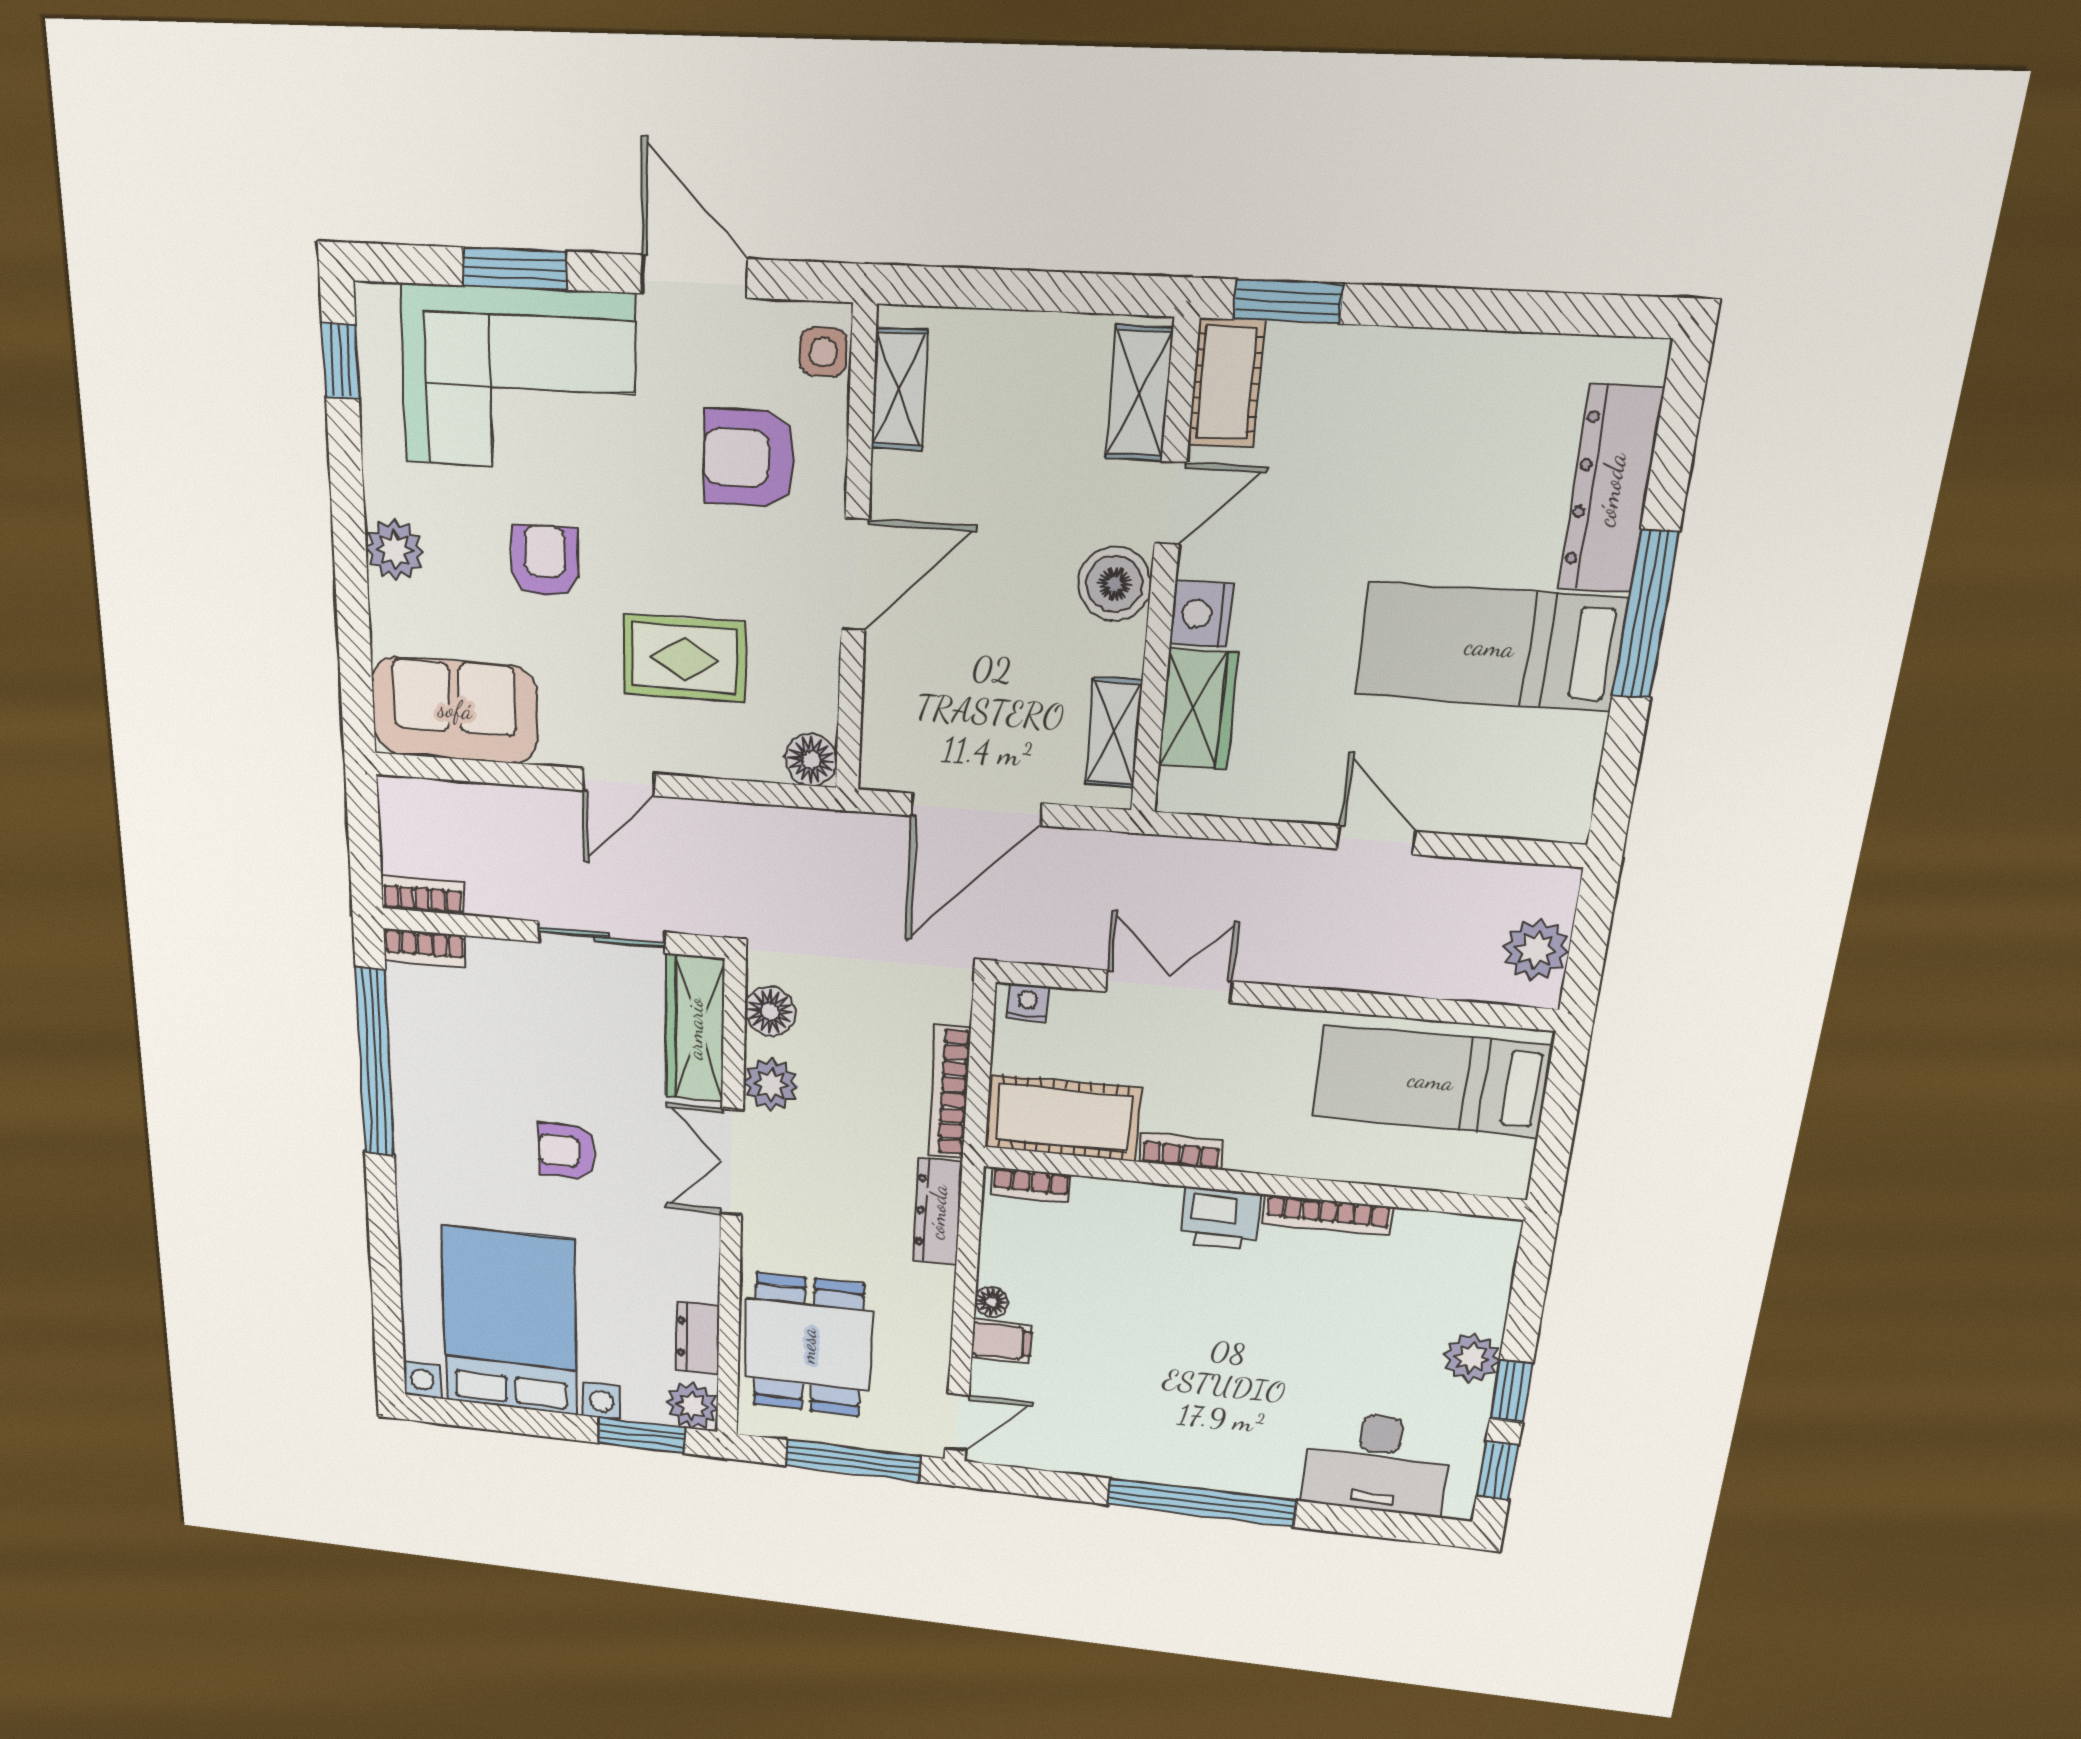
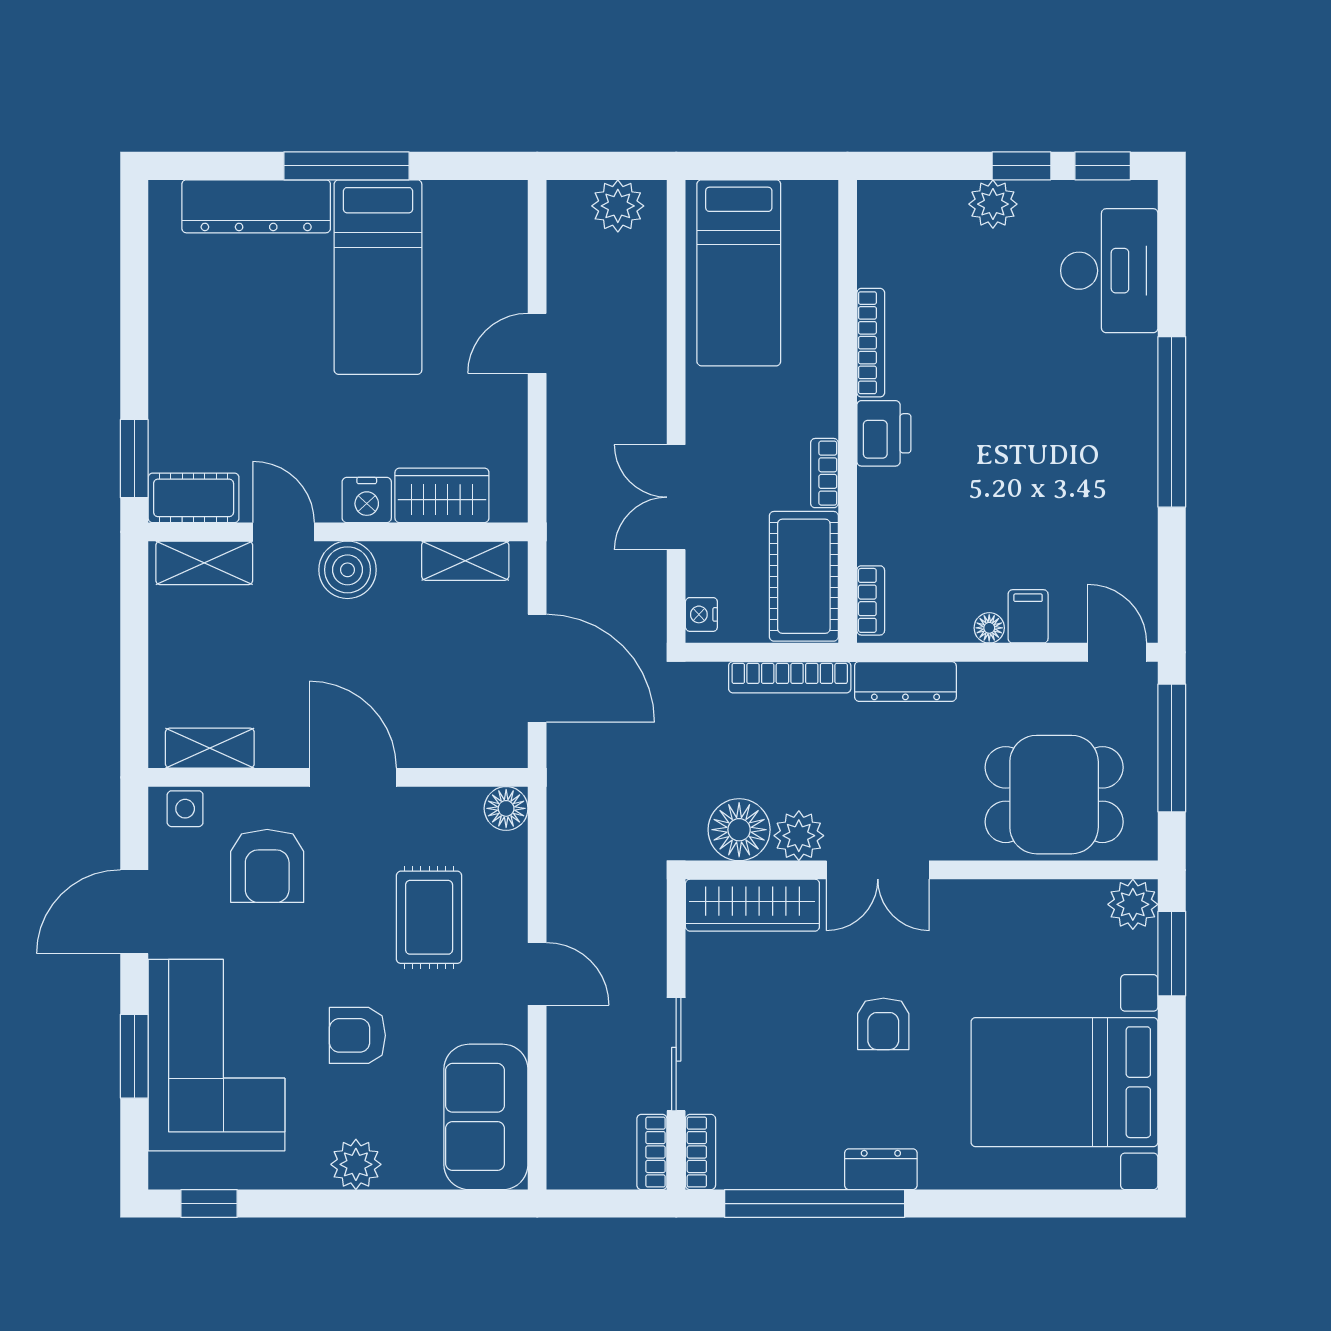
sliding door: (602, 937) -> (676, 1054), moved
floor lamp: (770, 1011) -> (739, 830), width x1.38, depth x1.38
dresser: (698, 1338) -> (881, 1169), moved, turned 180

